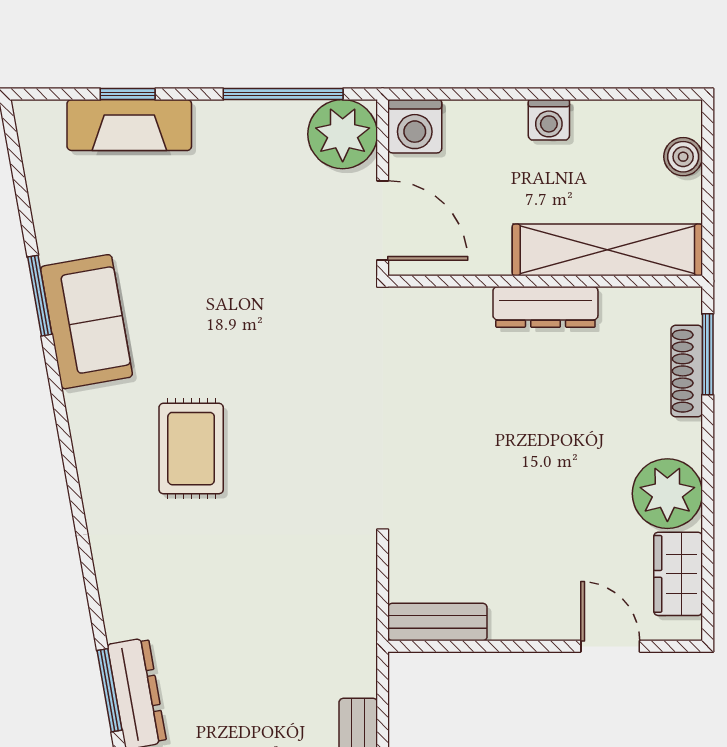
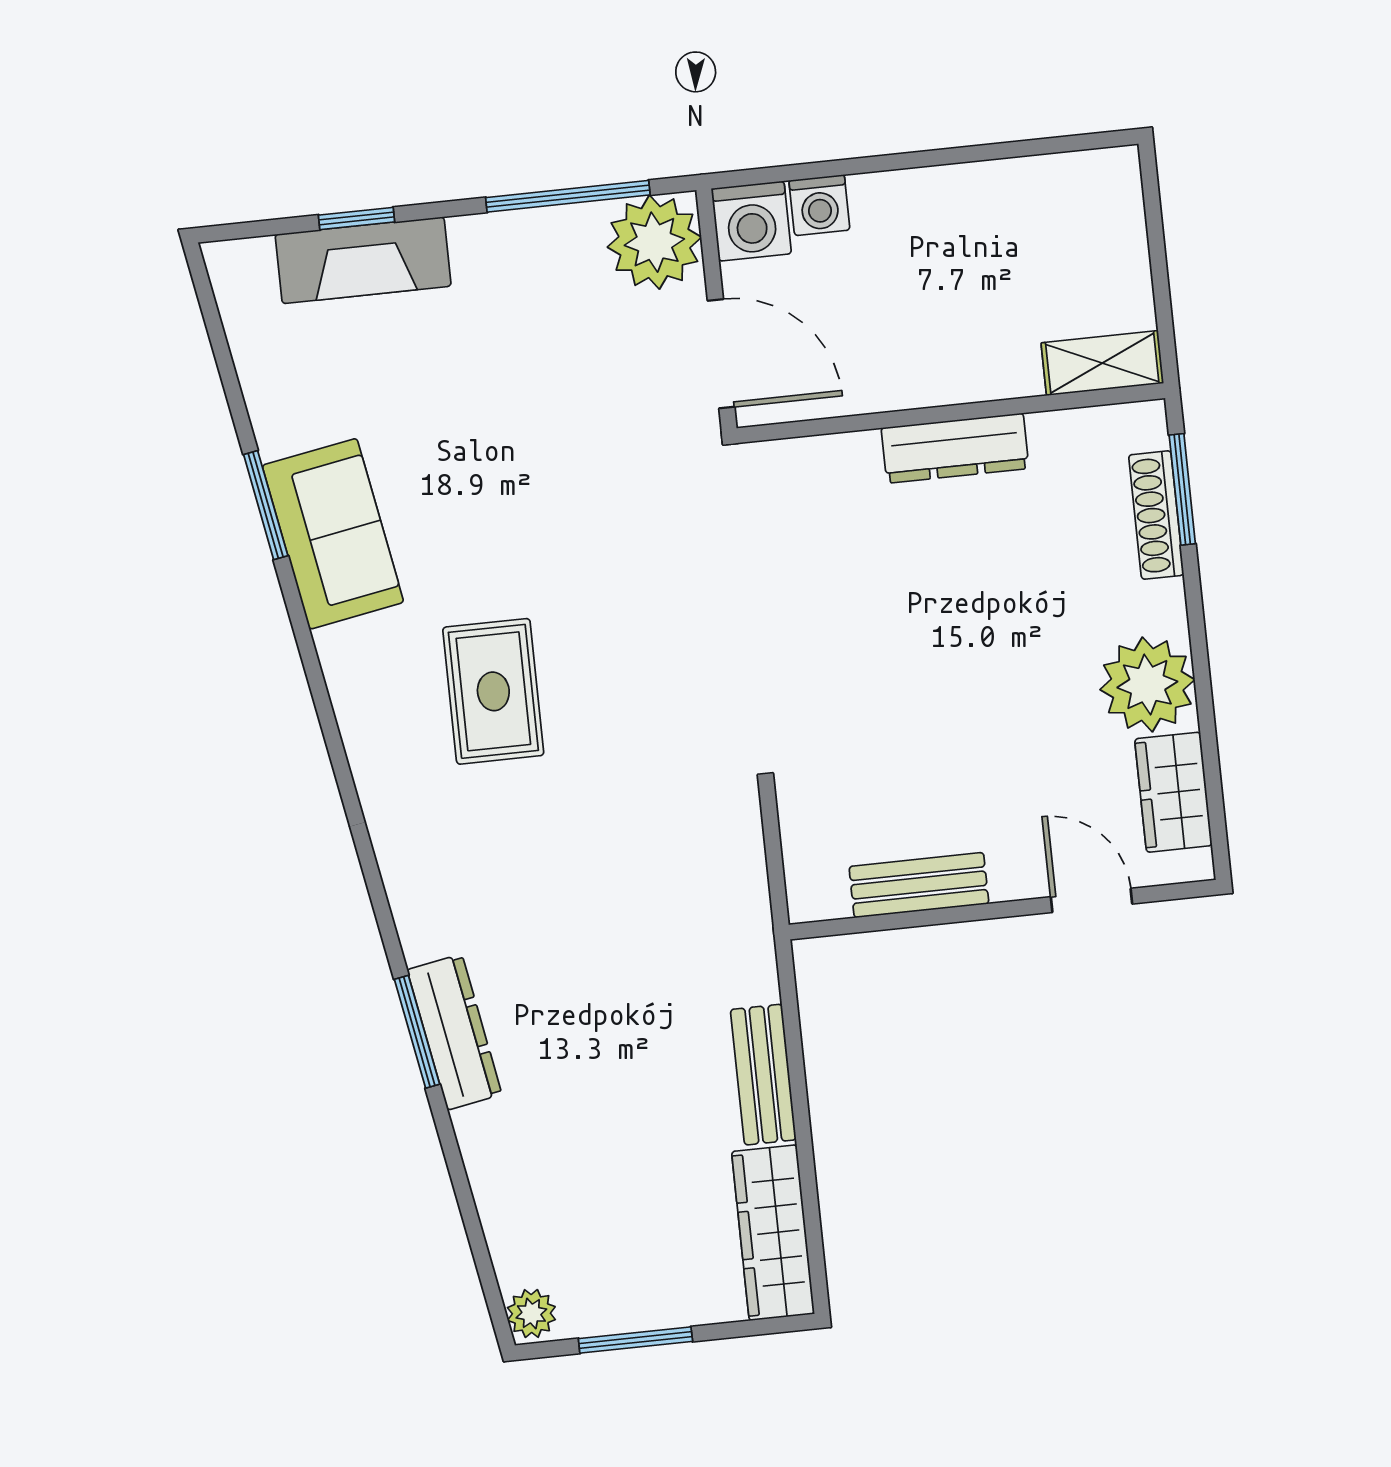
washing machine: (549, 120) -> (819, 205), moved
boiler: (683, 157) -> (1121, 224), removed
shelving: (607, 250) -> (1102, 363), width x0.45, depth x0.75
bench: (437, 622) -> (919, 885), moved

